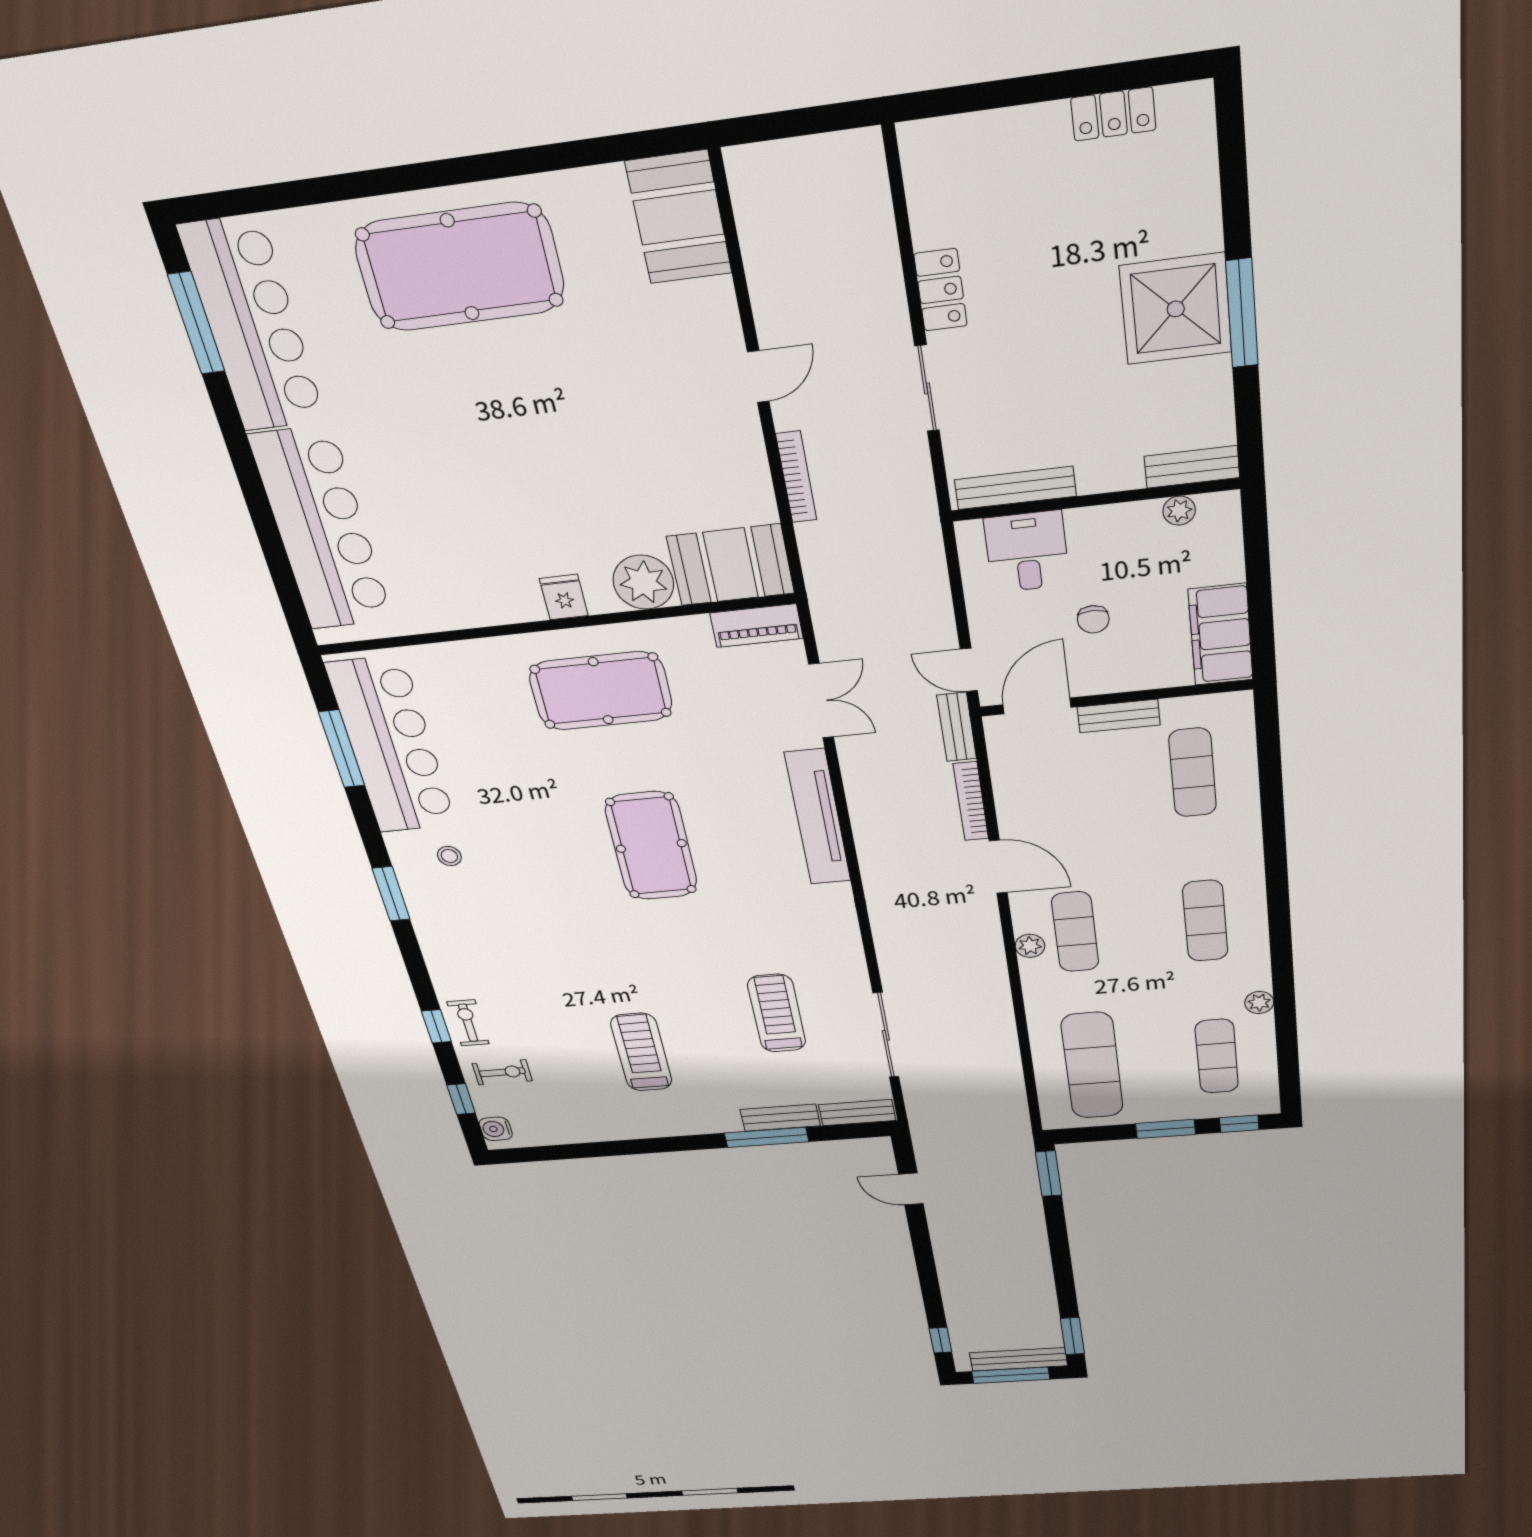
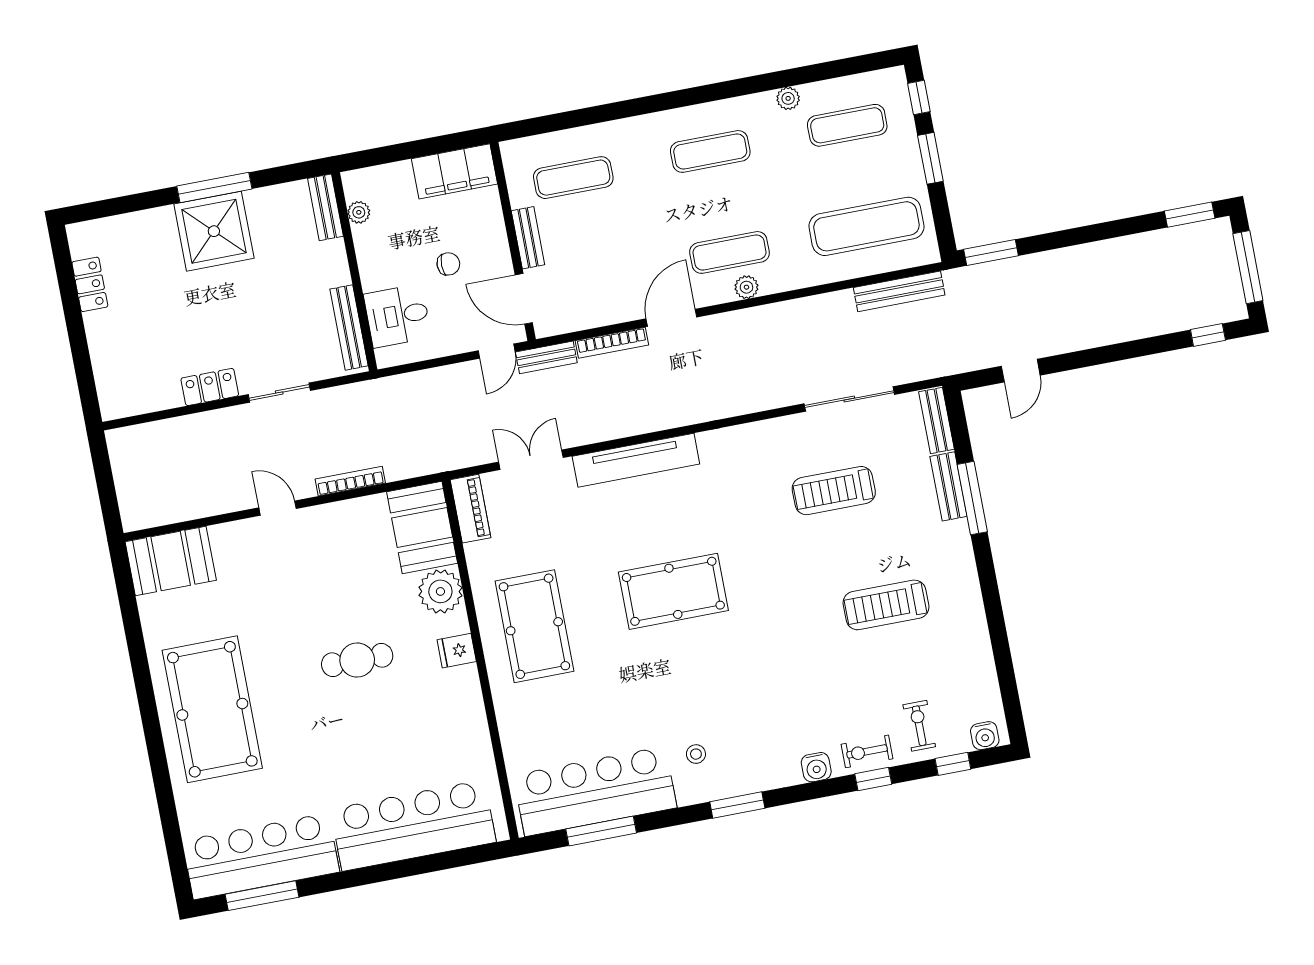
cafe table: (544, 471) -> (357, 660), added
water cooler: (445, 974) -> (816, 767), added
bench: (1019, 1359) -> (899, 291), moved, turned 90

